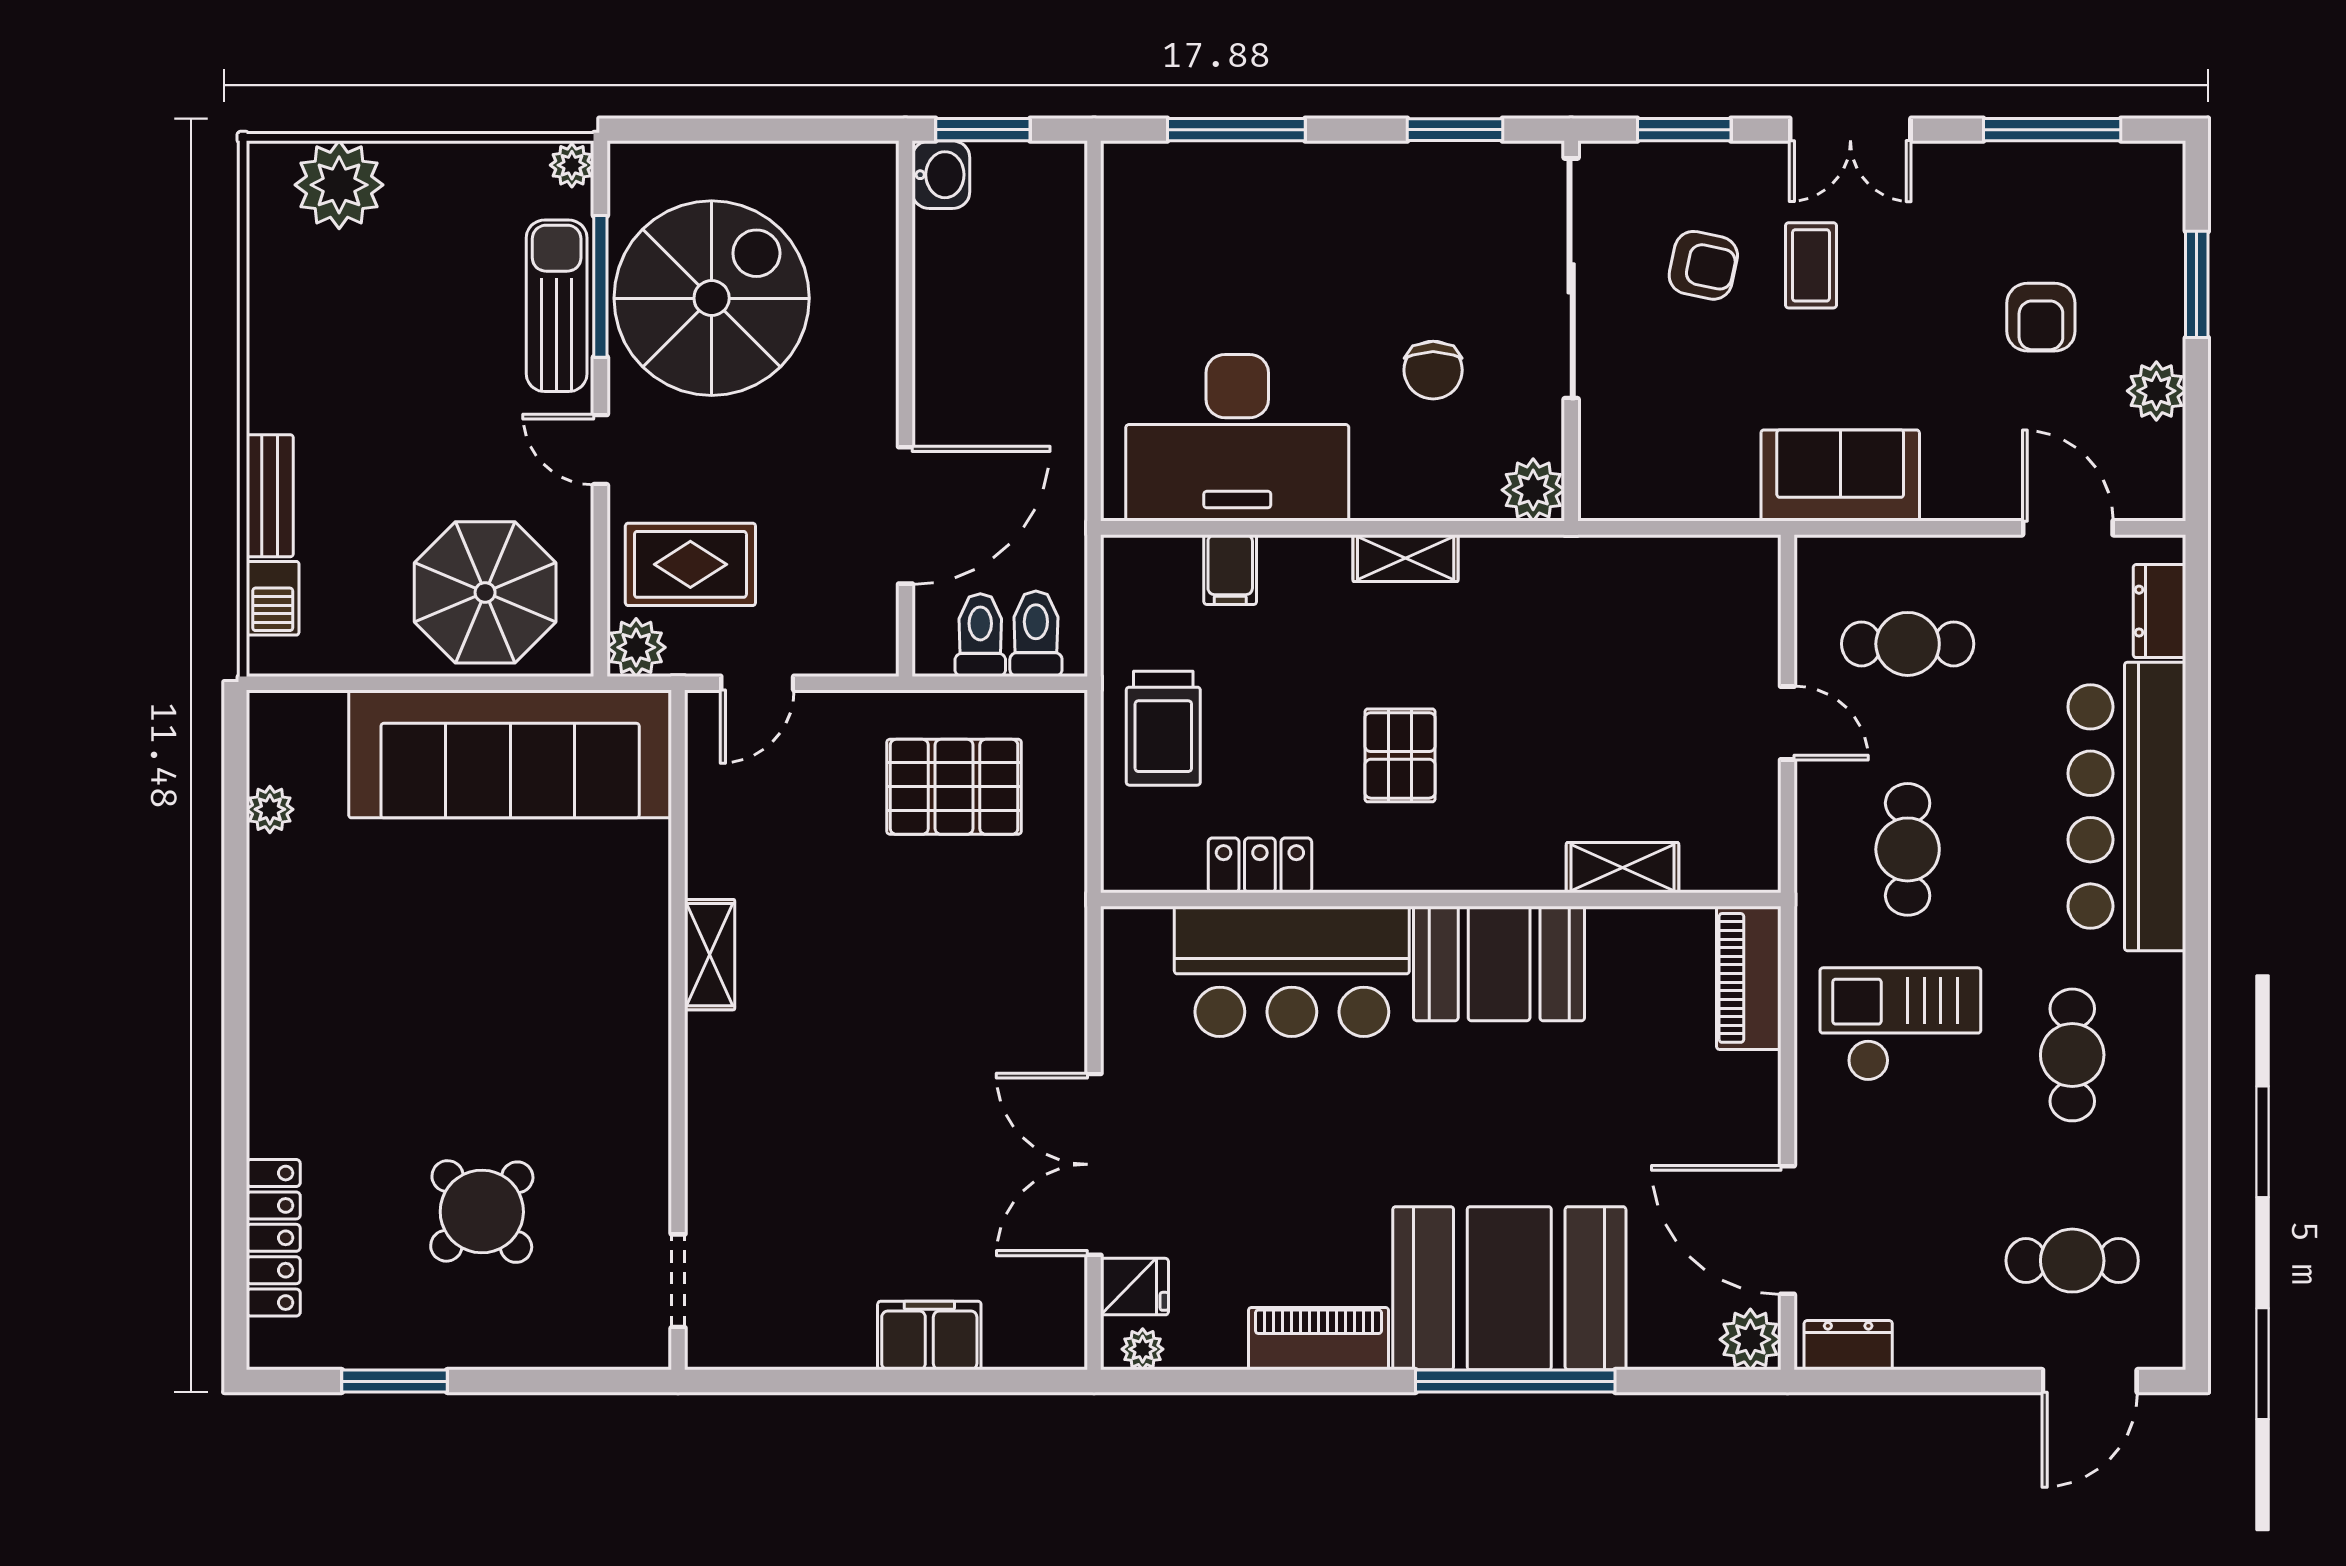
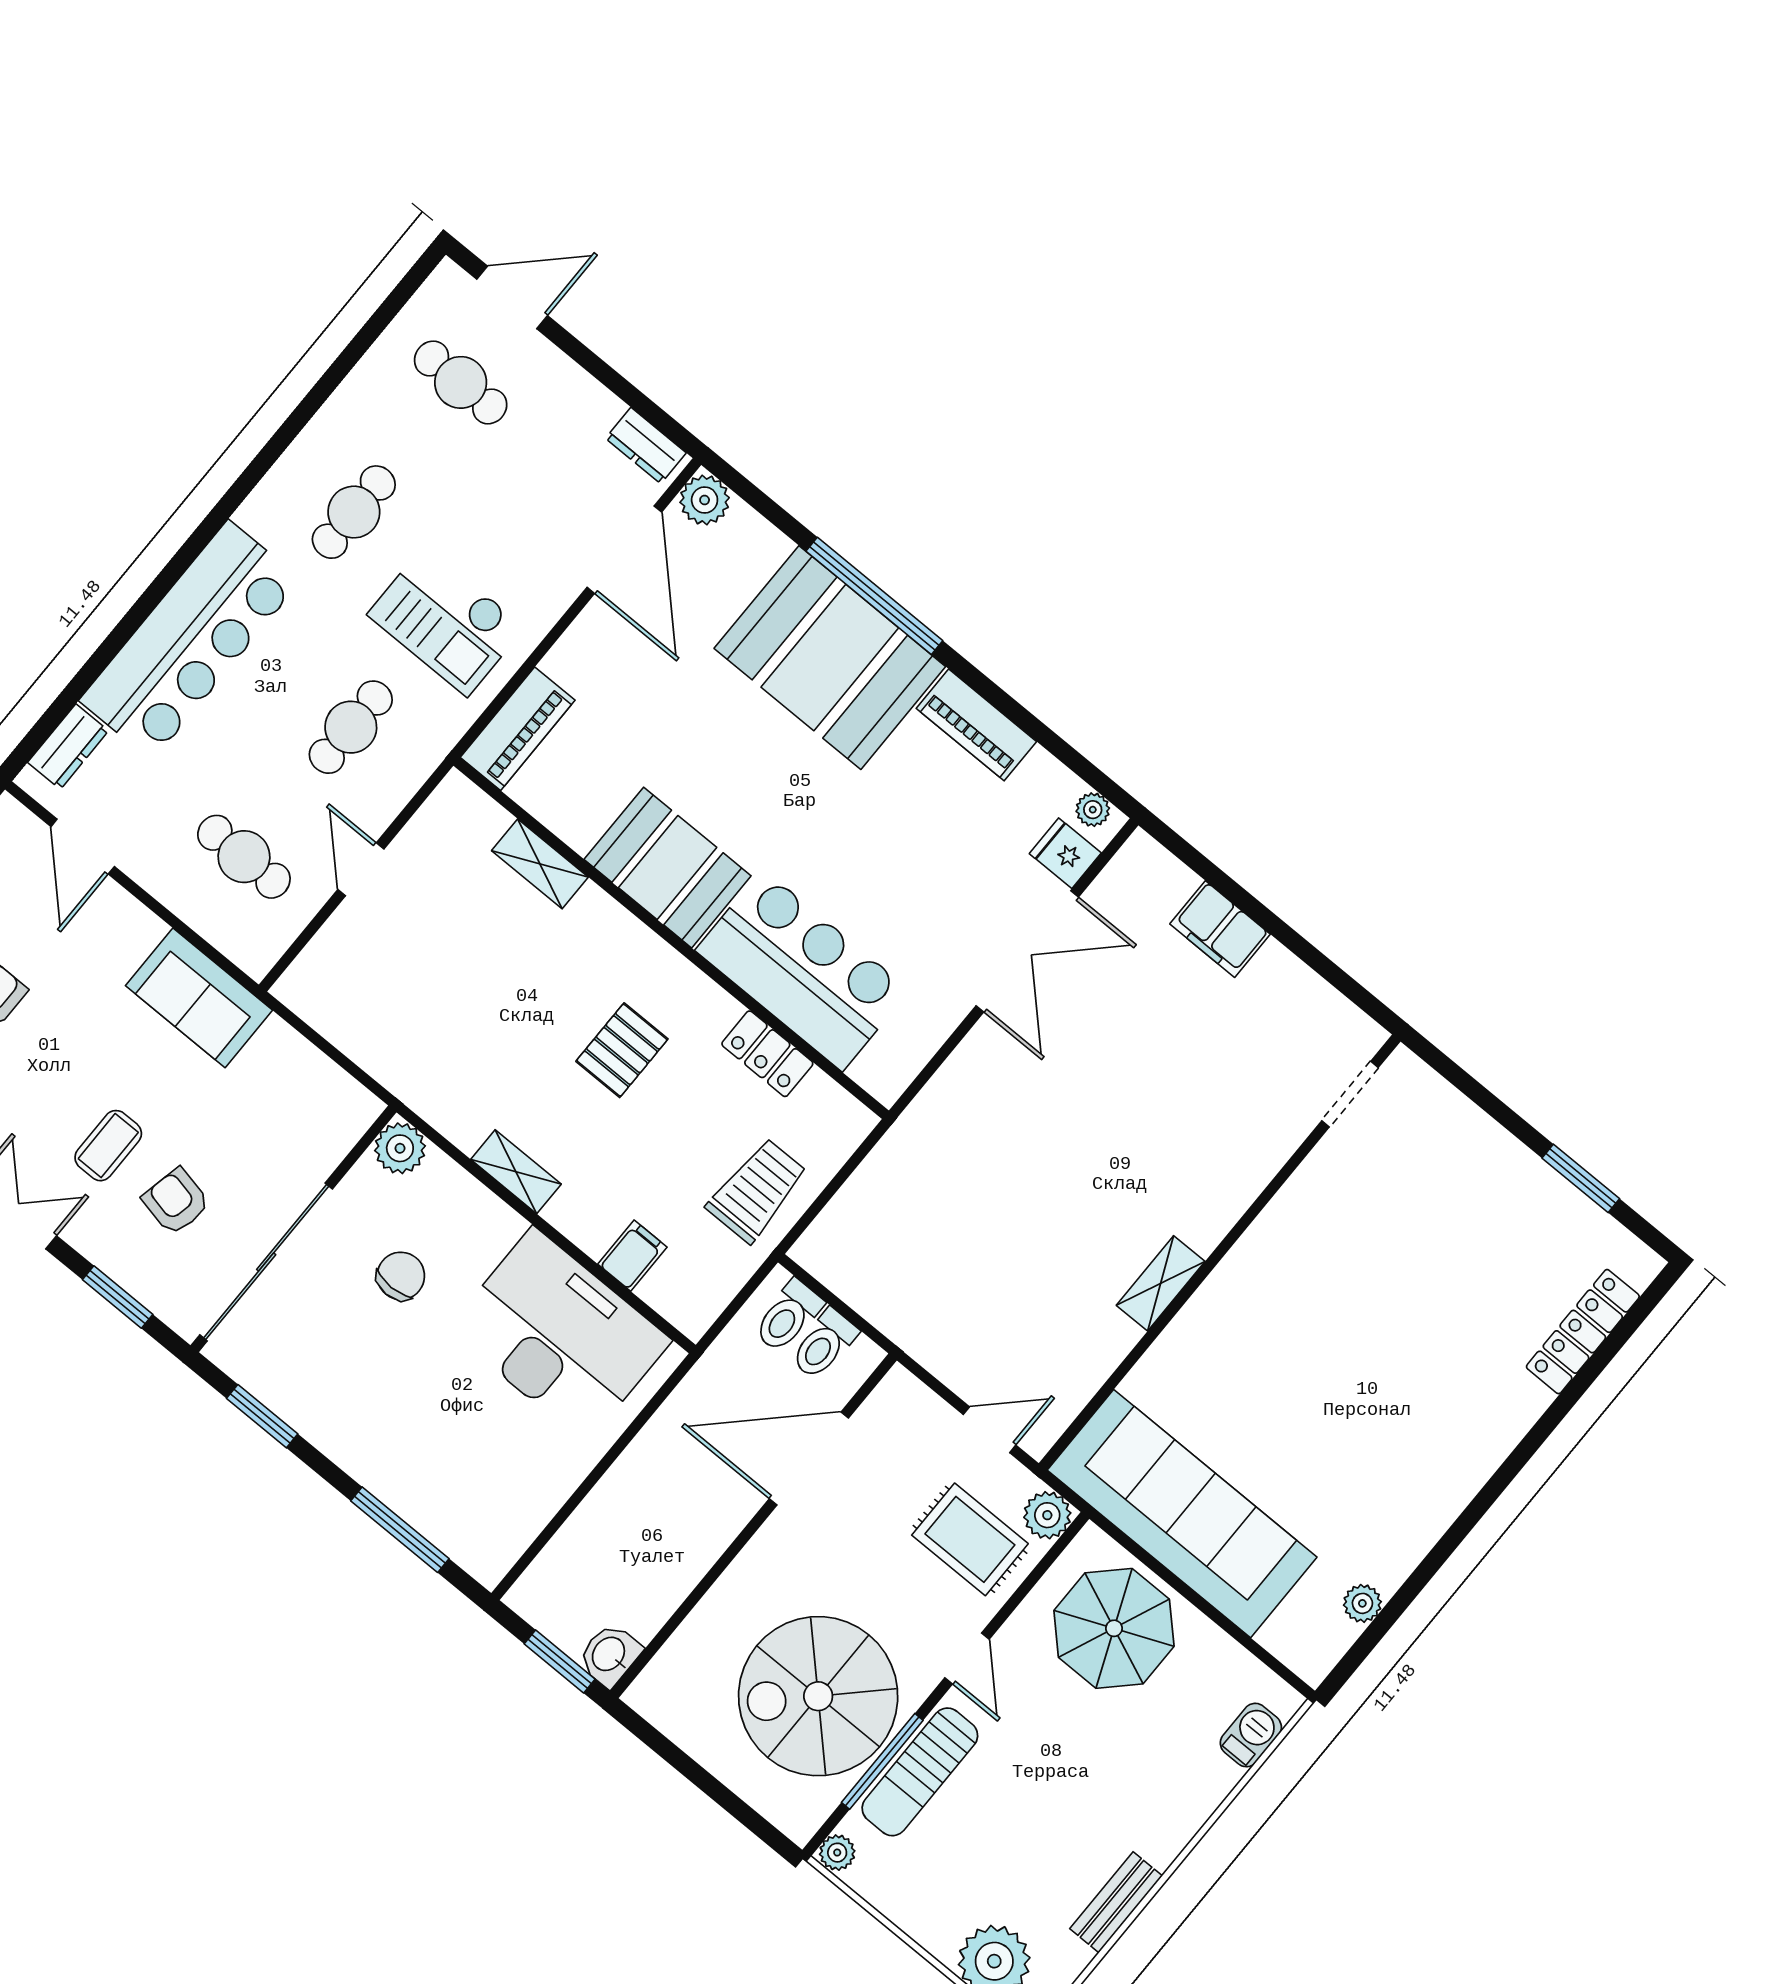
bench: (270, 496) -> (1116, 1902), moved
pallet: (954, 787) -> (919, 1262), removed
round table: (482, 1212) -> (1438, 1240), removed

